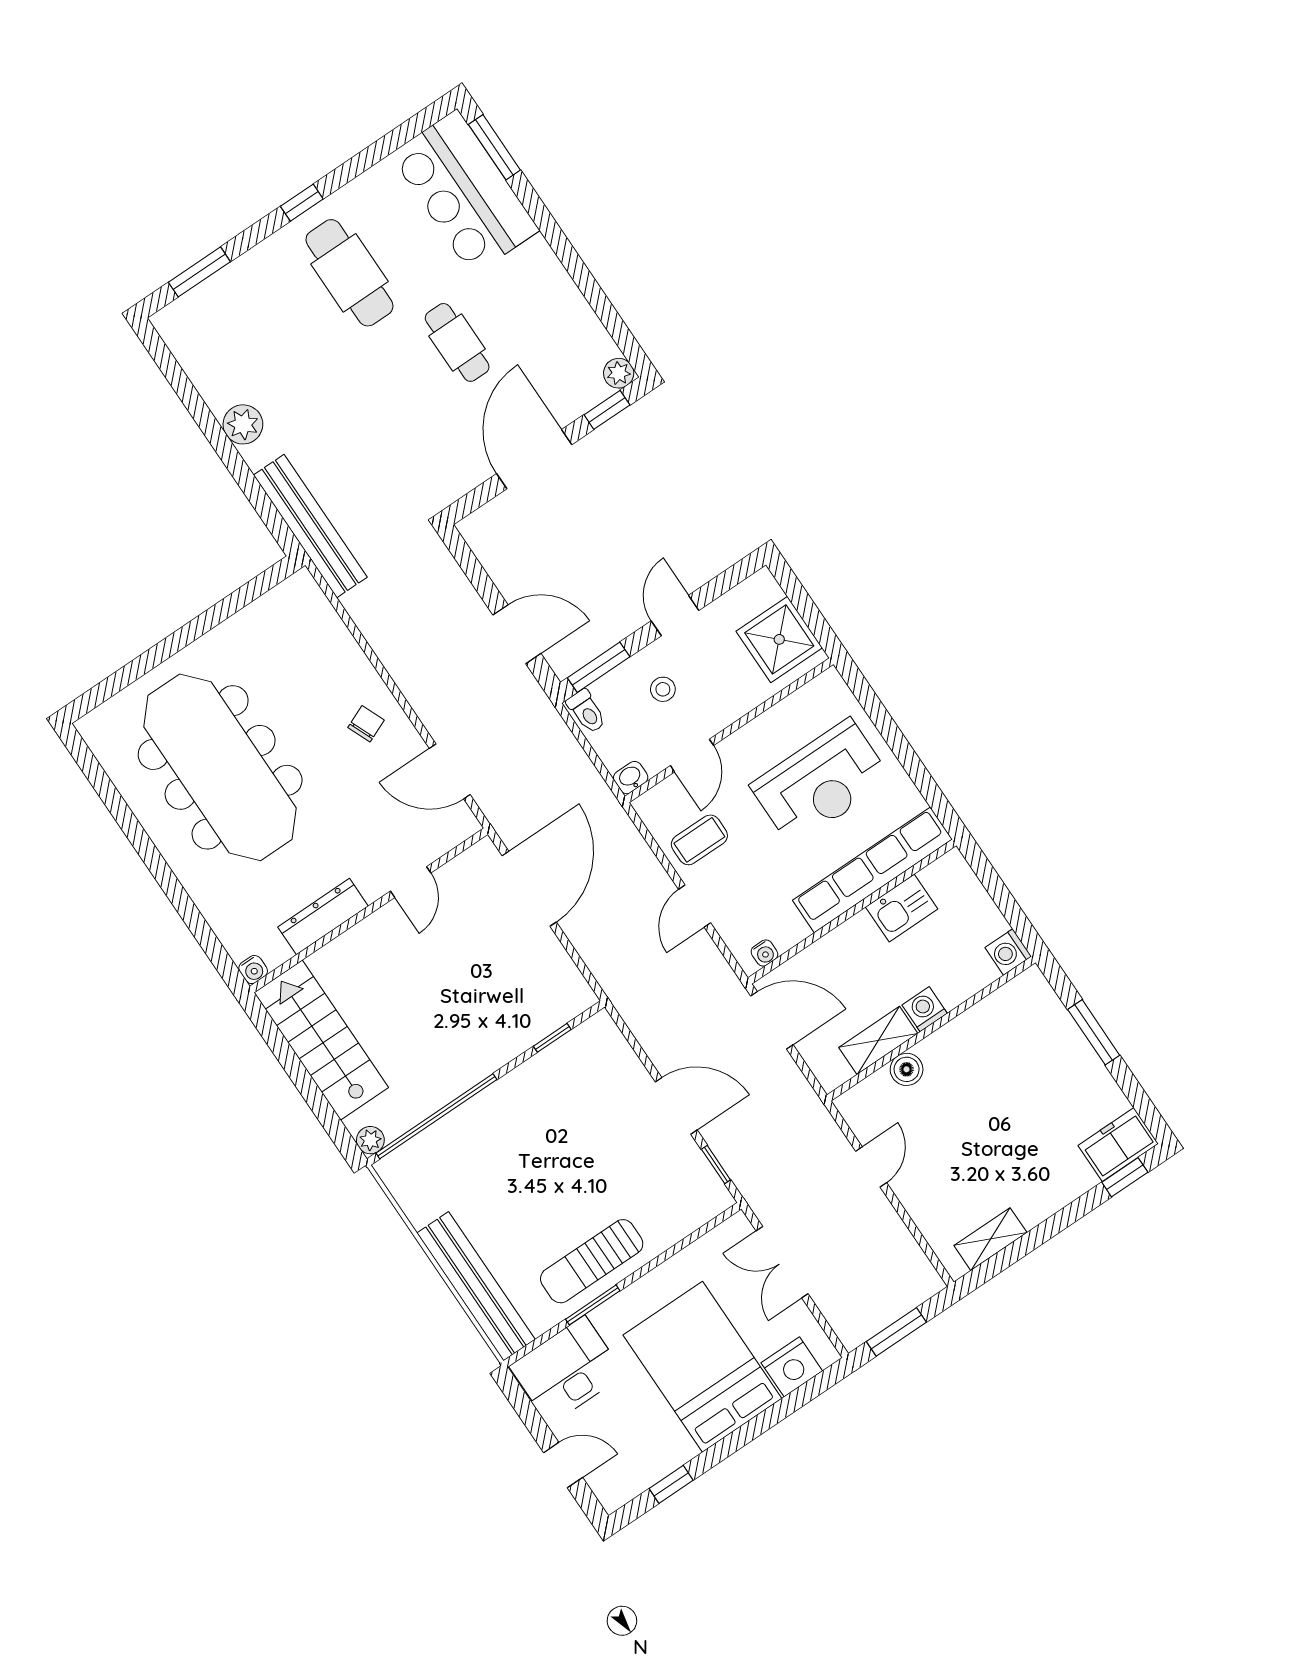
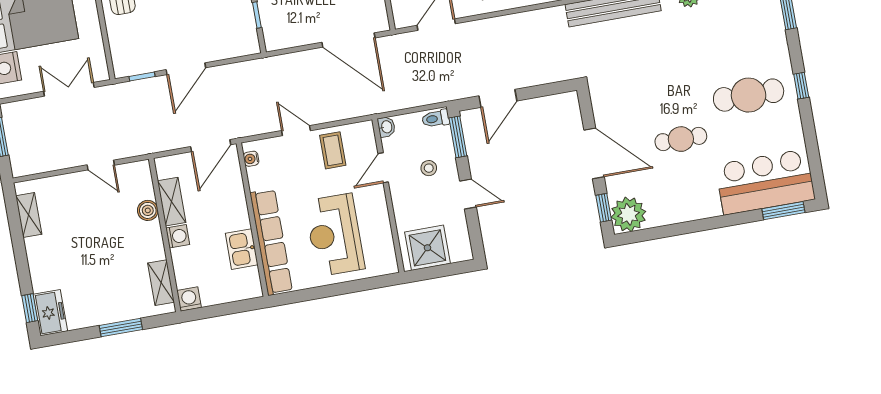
plant: (619, 373) -> (628, 214), width x1.87, depth x1.87
door: (692, 756) -> (383, 168), hinge flipped
shelving: (1003, 1003) -> (161, 283), added

